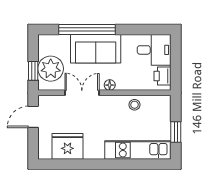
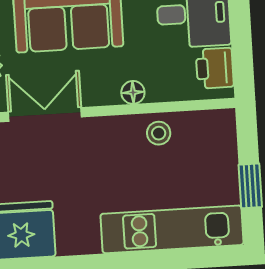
floor lamp: (110, 85) -> (133, 92), moved

